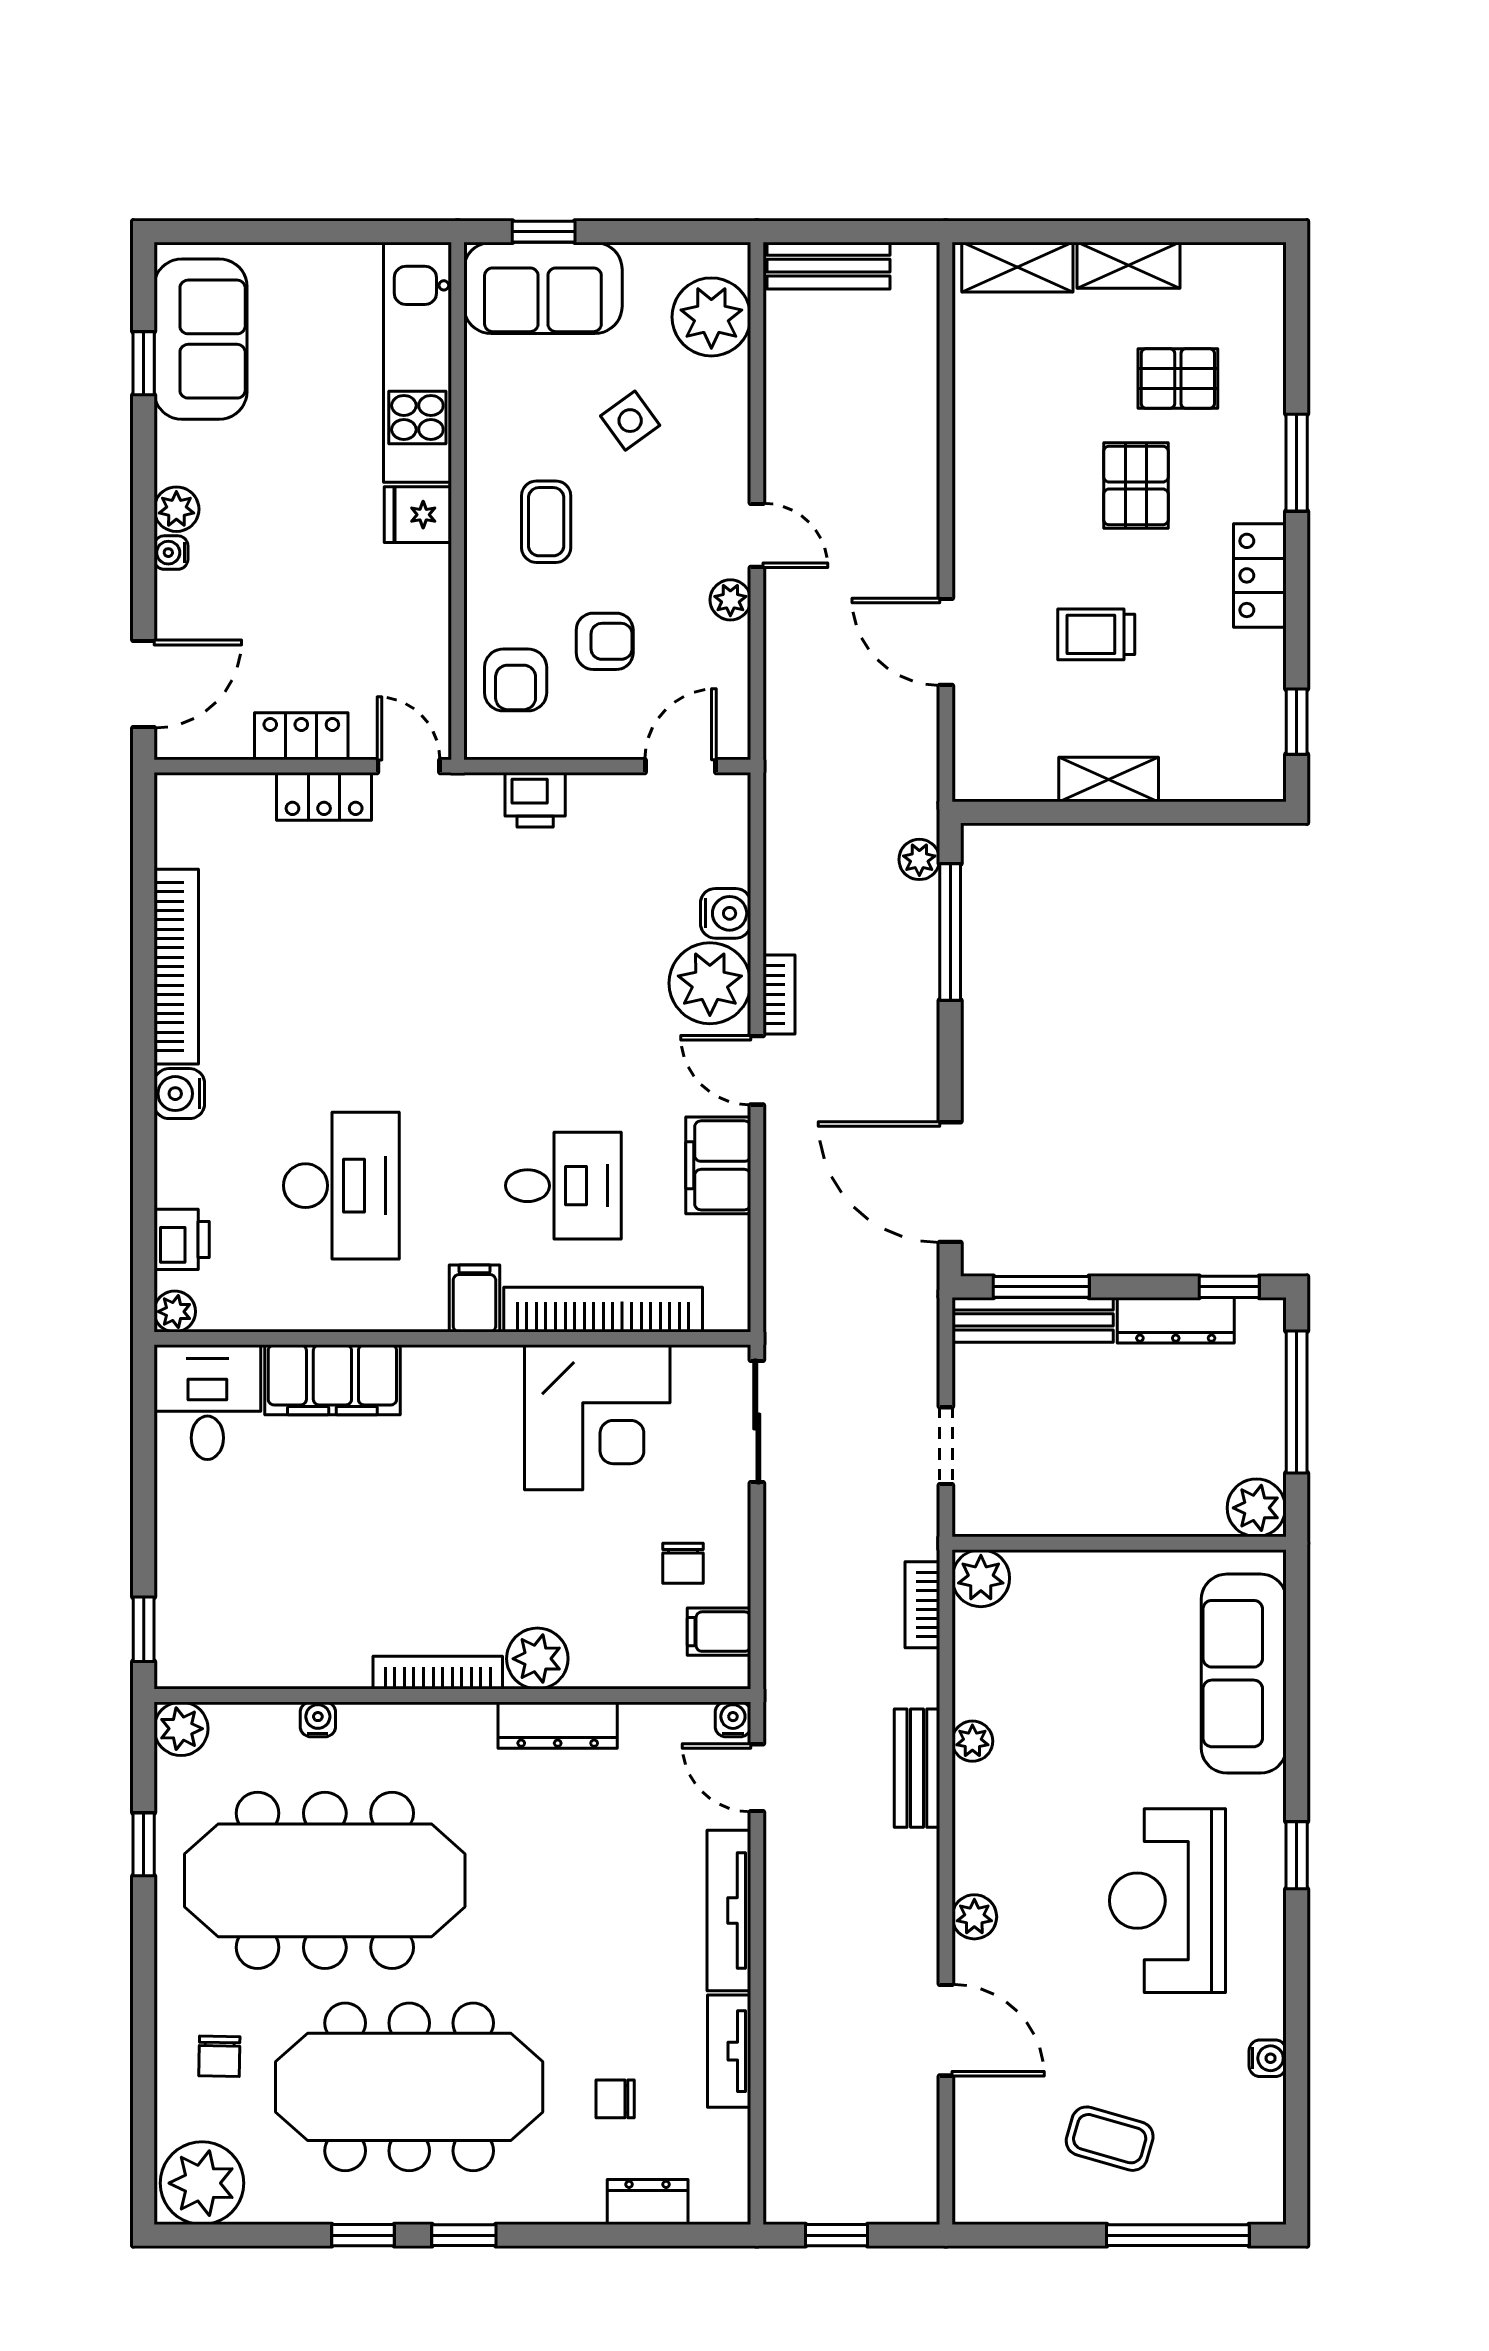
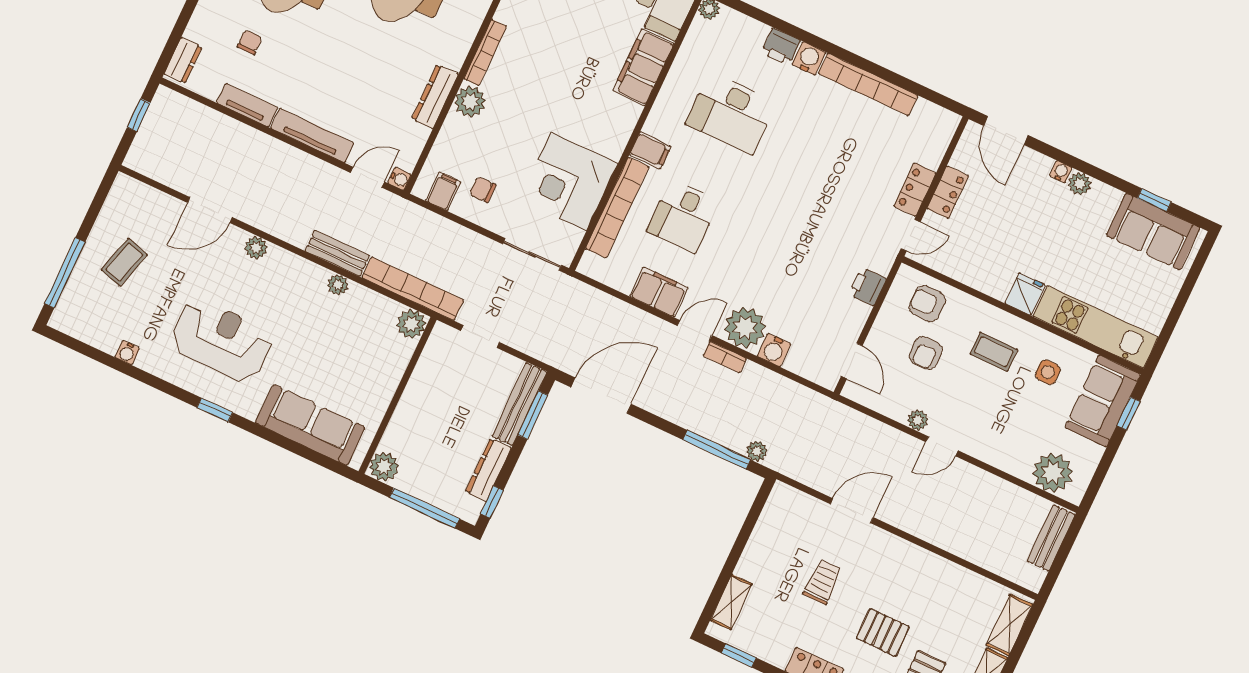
side table: (630, 421) -> (1048, 372), moved, turned 36
shelving: (1109, 779) -> (731, 602), moved
printer: (182, 1239) -> (781, 47), moved
bookcase: (922, 1605) -> (413, 289), width x2.31, depth x1.31
dresser: (648, 2202) -> (183, 60), moved

